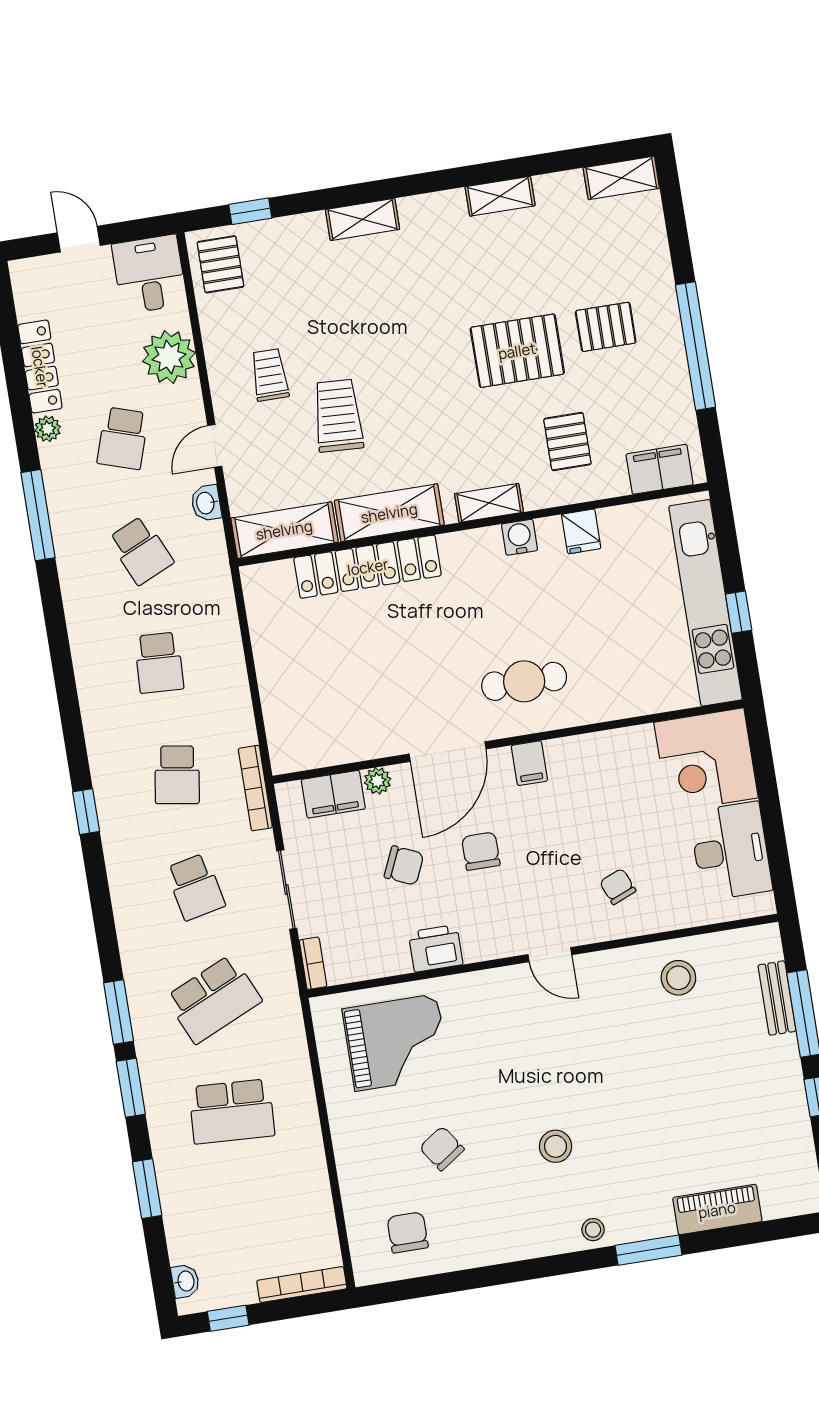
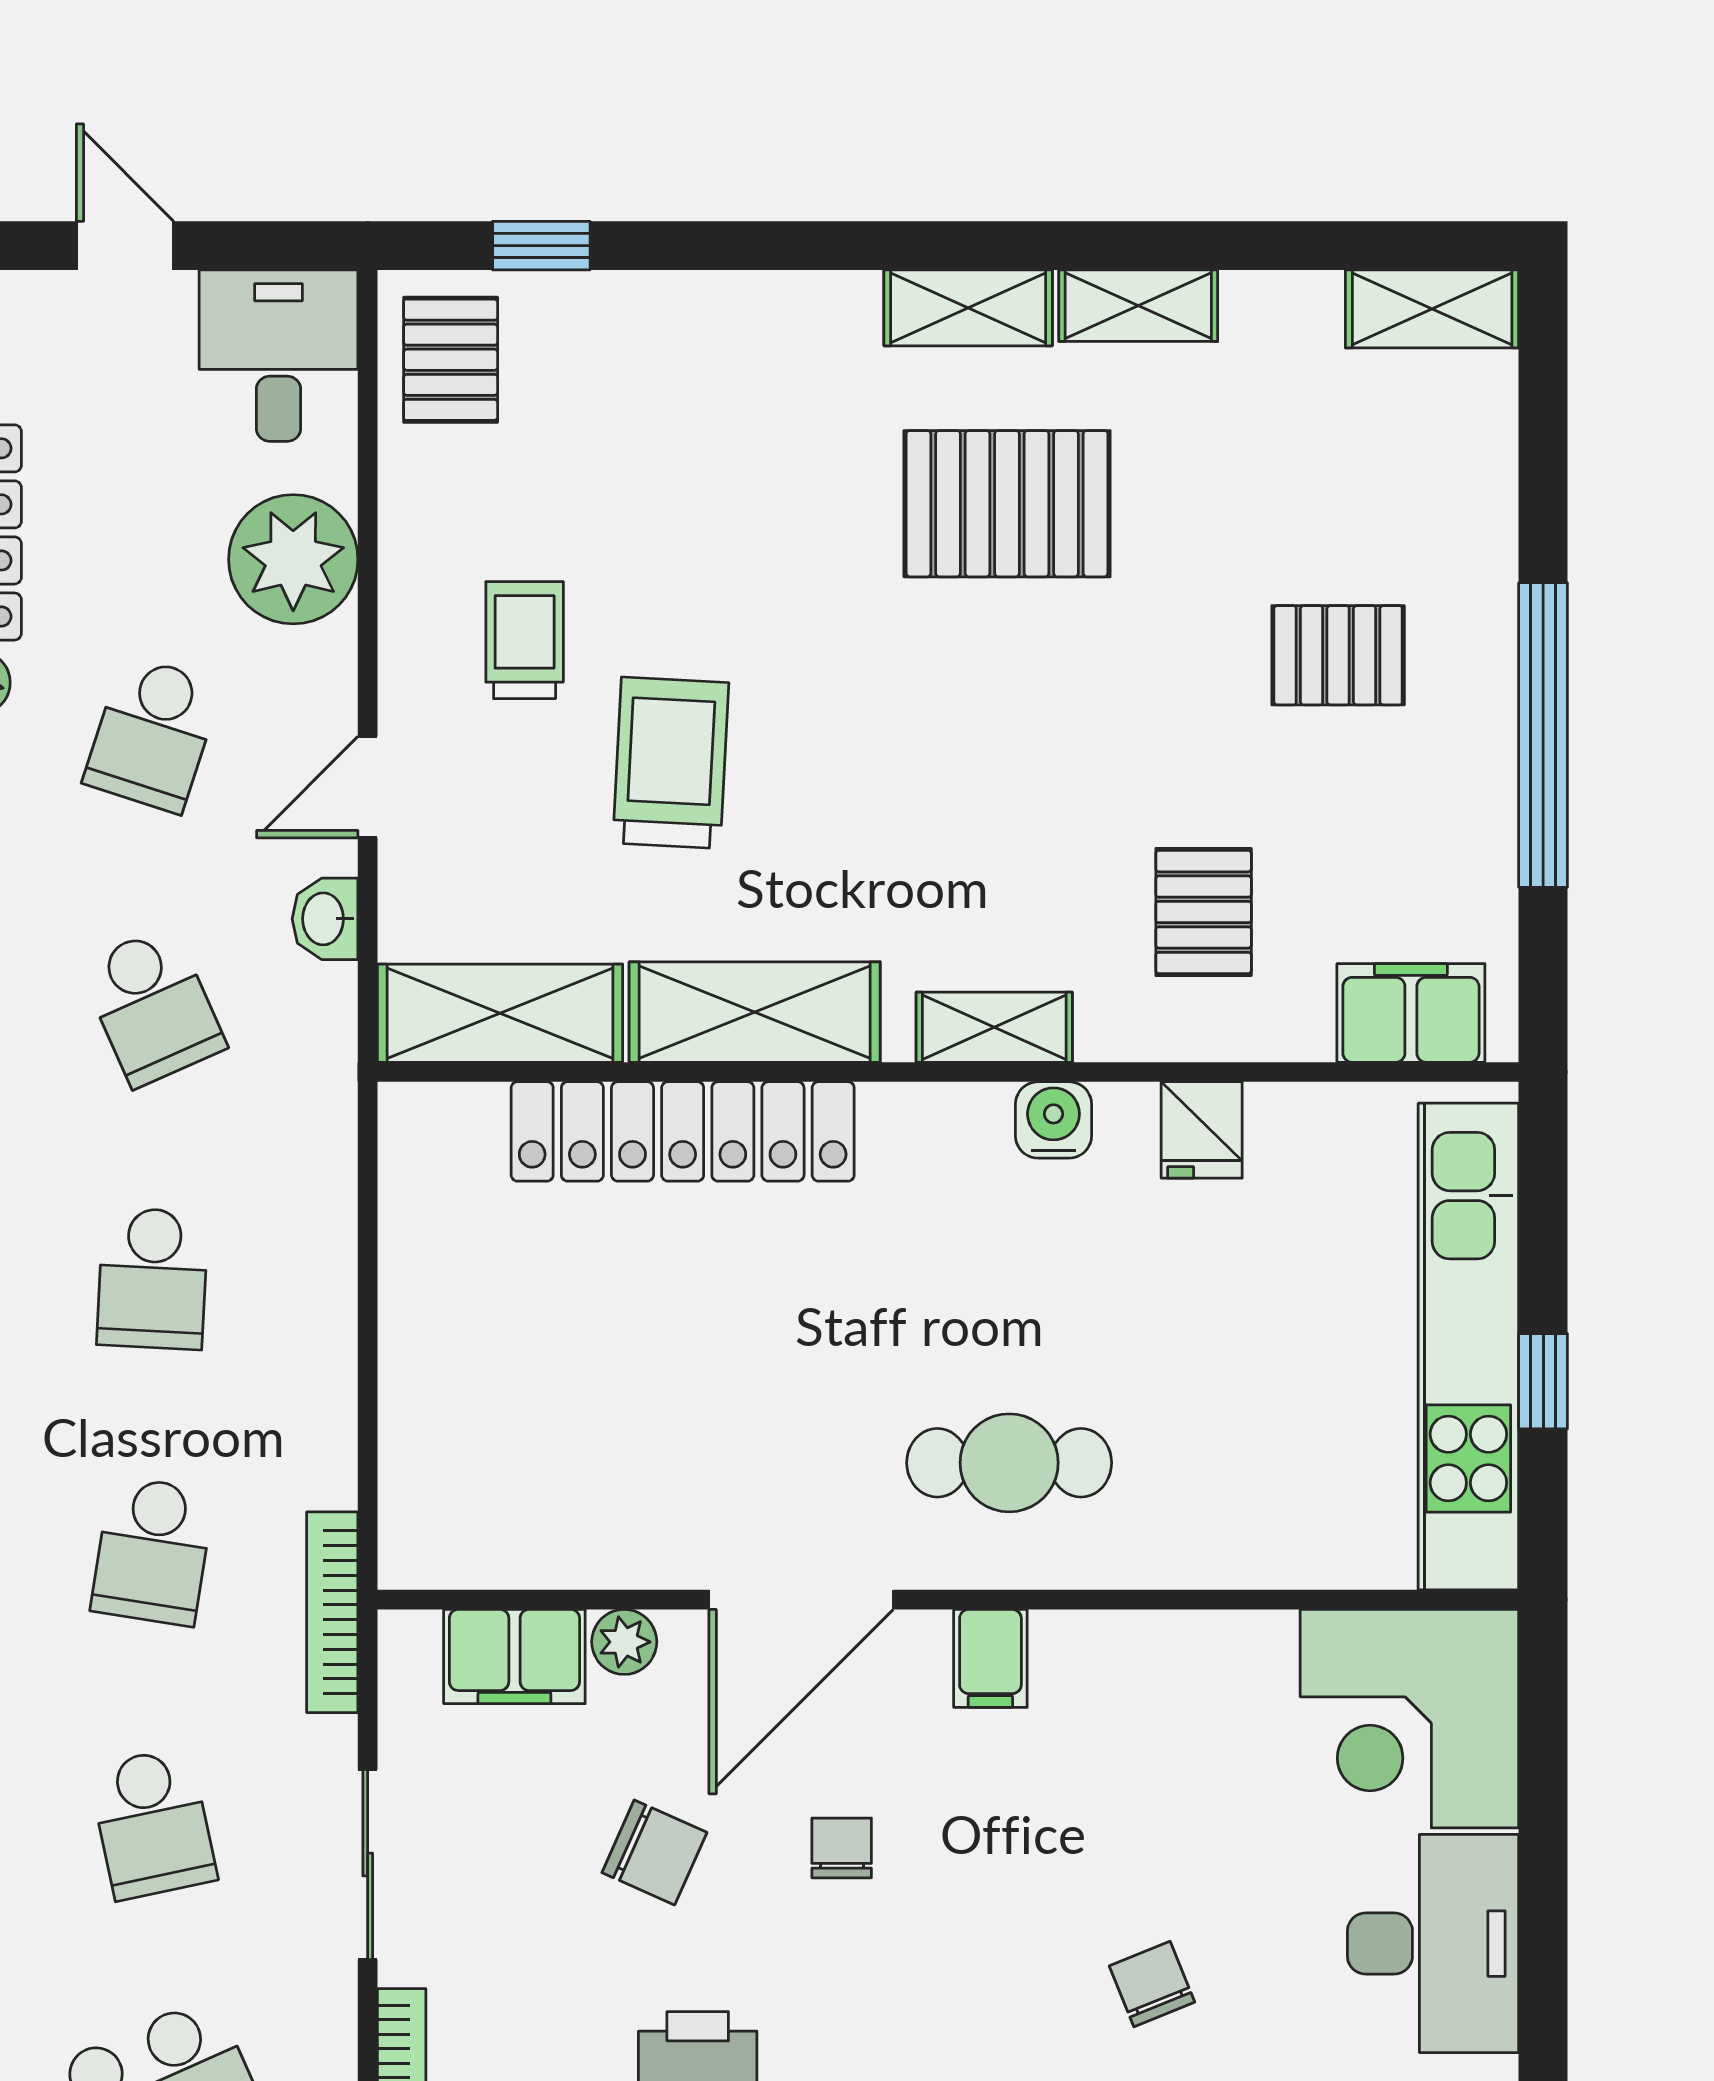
shelving: (363, 219) -> (968, 308), moved
pallet: (517, 351) -> (1007, 504), moved
chair: (481, 851) -> (842, 1848), width x0.73, depth x0.73

